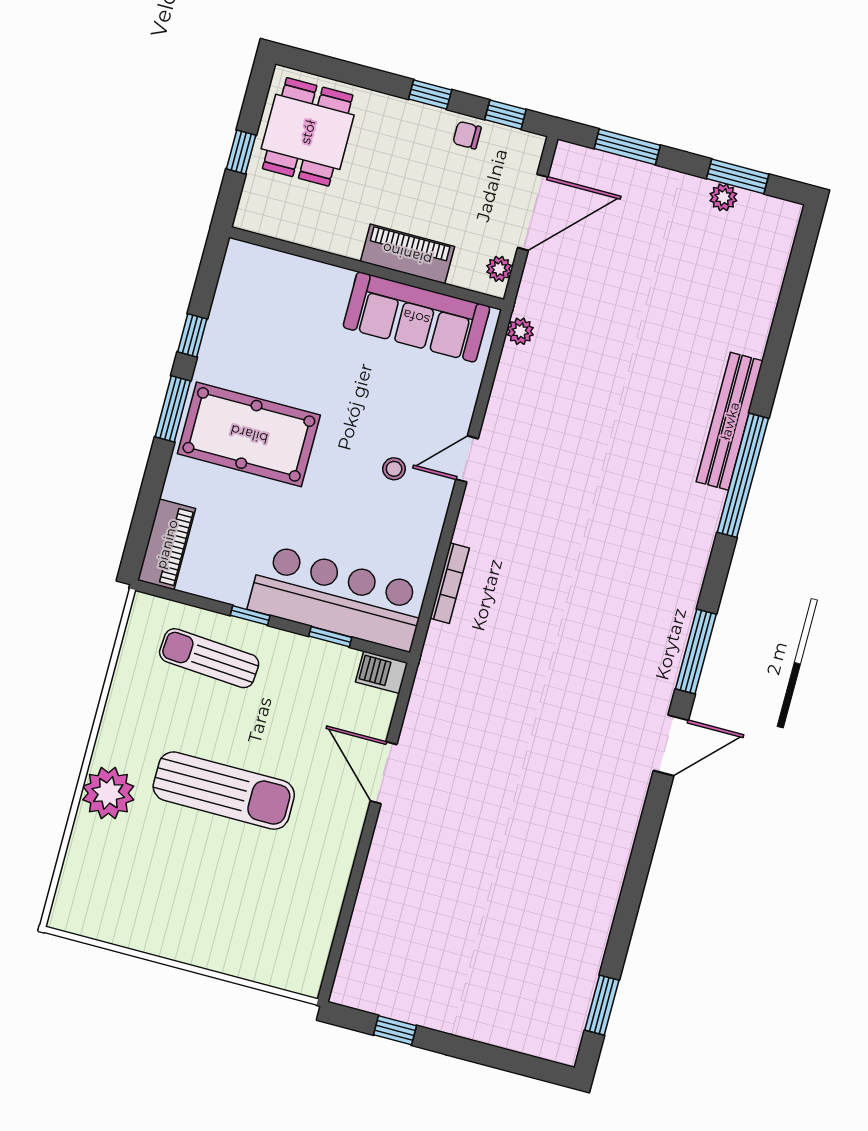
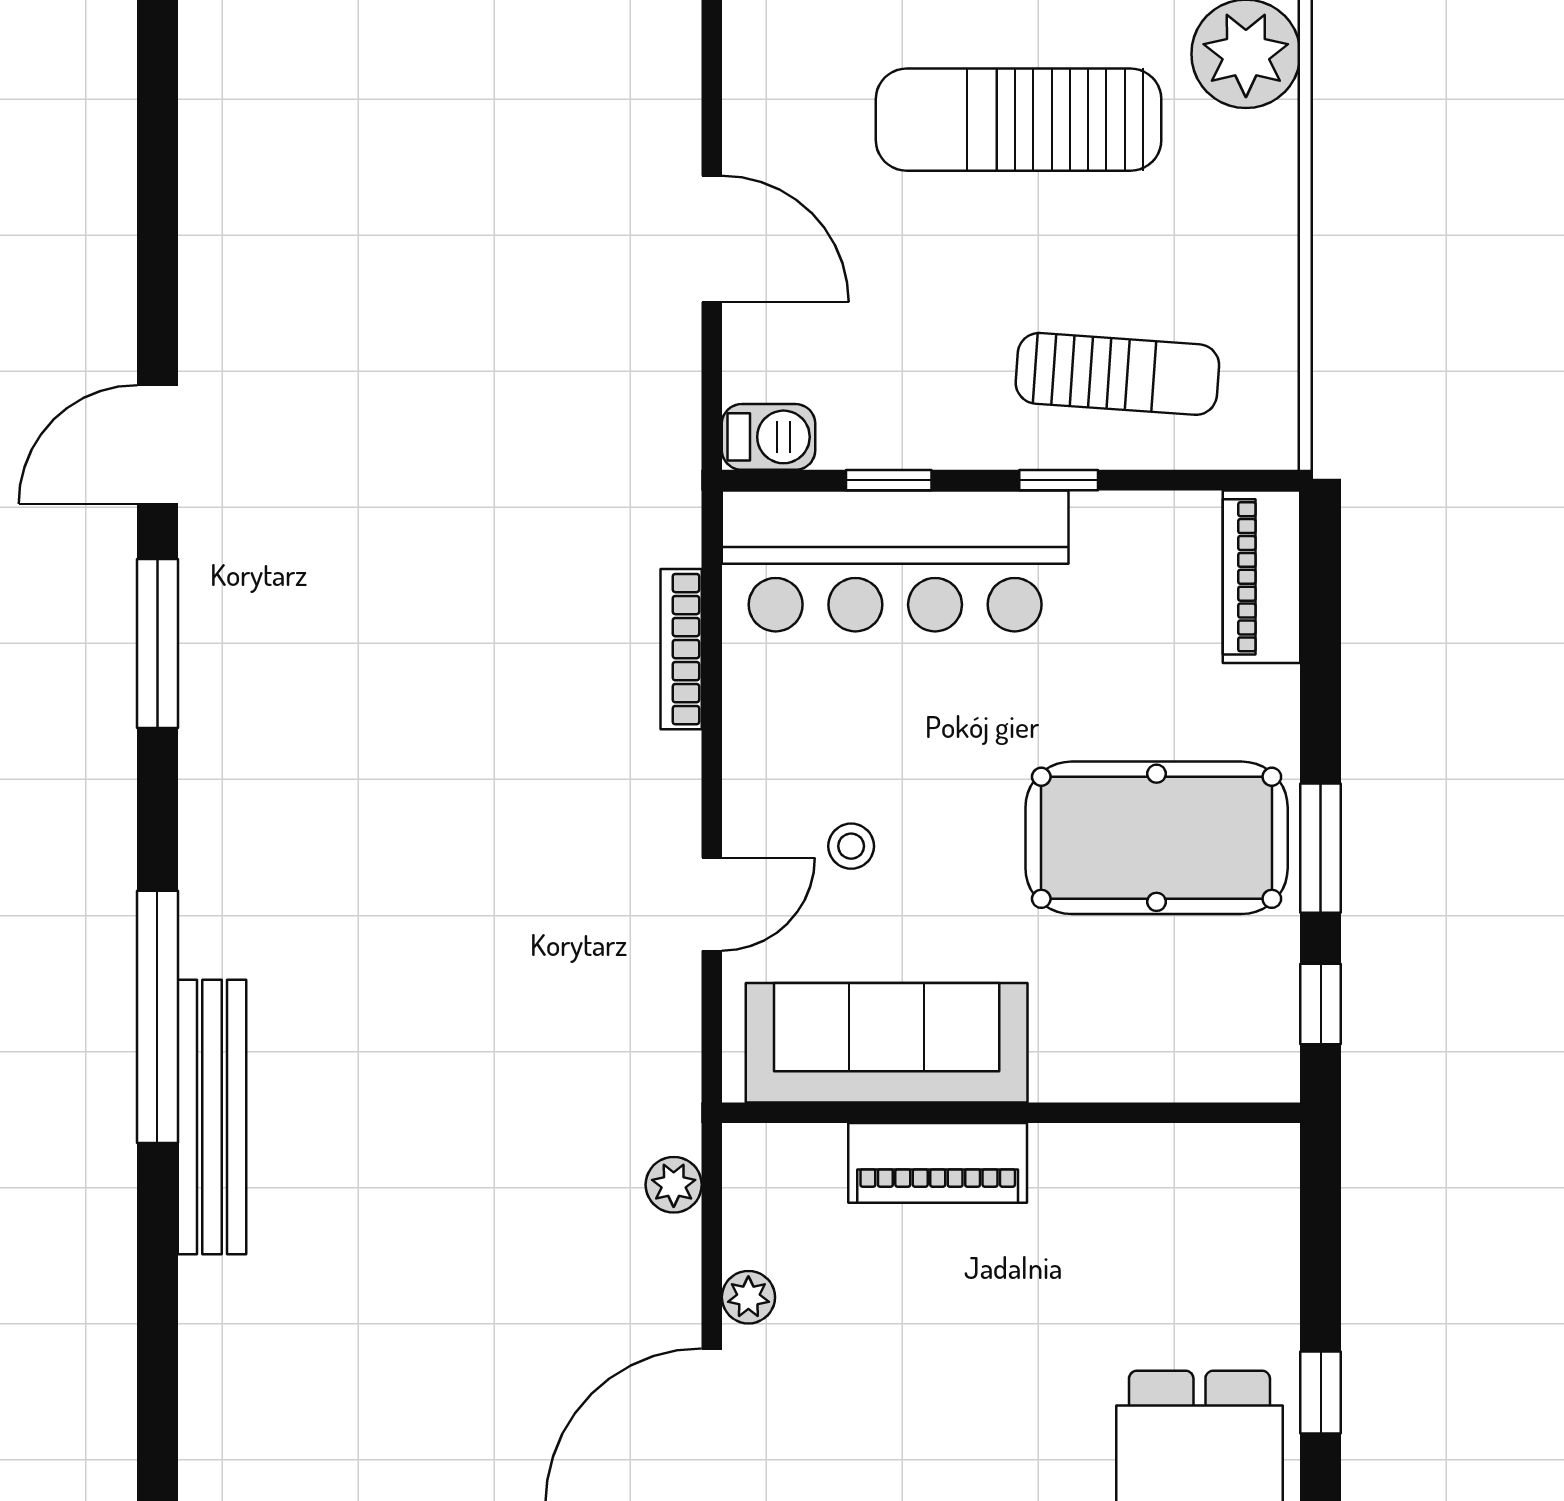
piano: (407, 254) -> (938, 1163), moved
wall: (367, 268) -> (1011, 1113), moved
sofa: (416, 317) -> (887, 1043), moved

